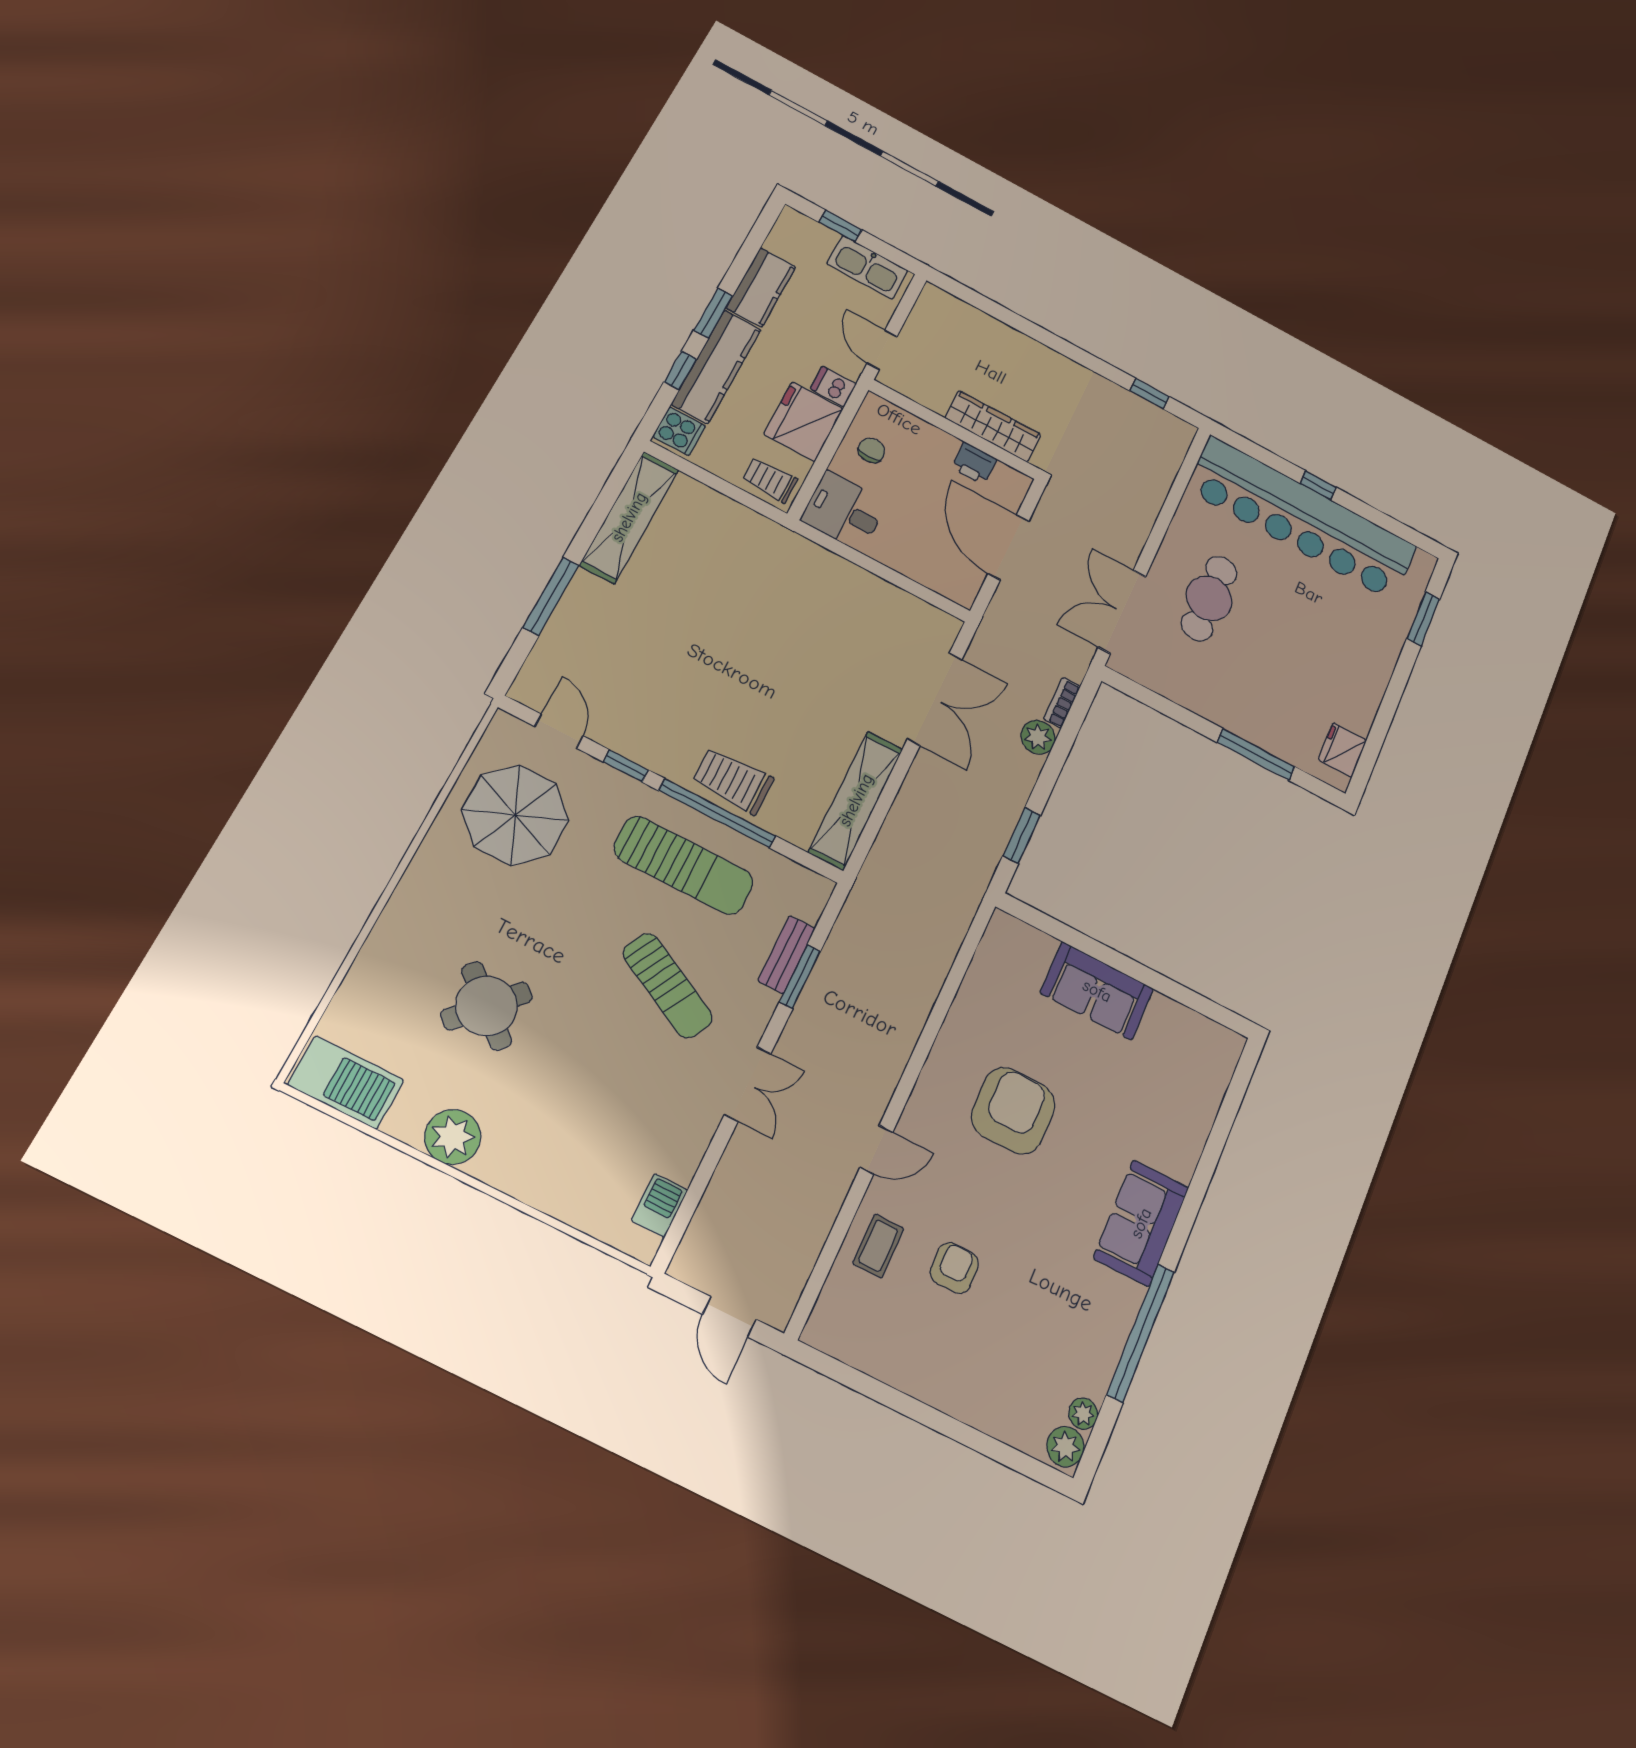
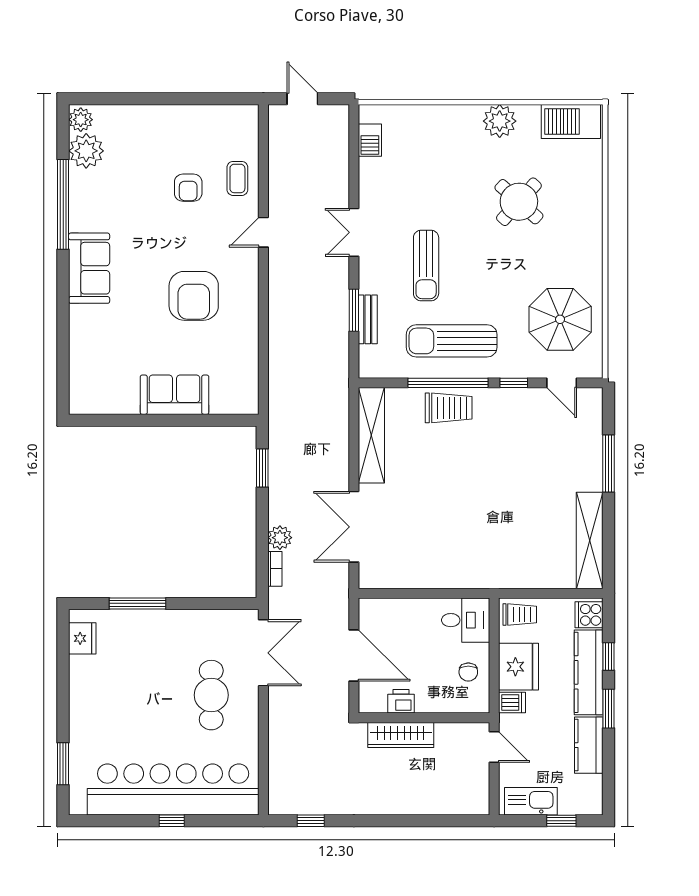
sun lounger: (668, 985) -> (426, 266), turned -118
plant: (1083, 1414) -> (86, 151), width x1.88, depth x1.88

